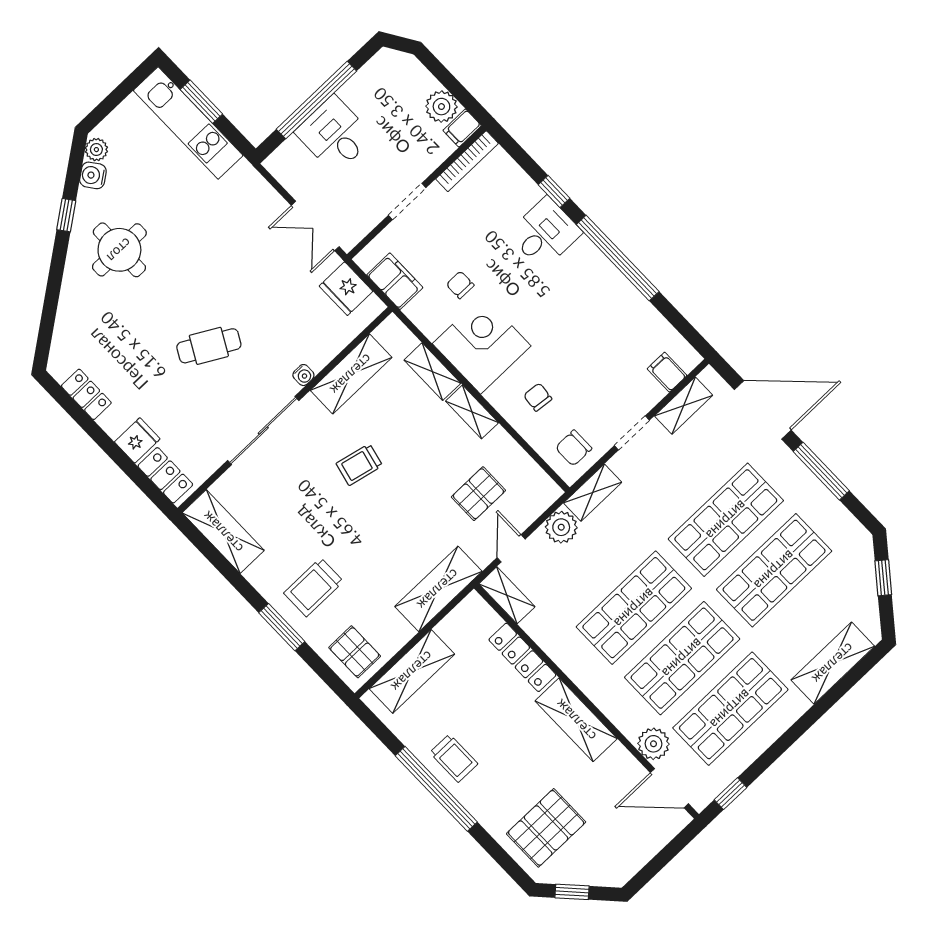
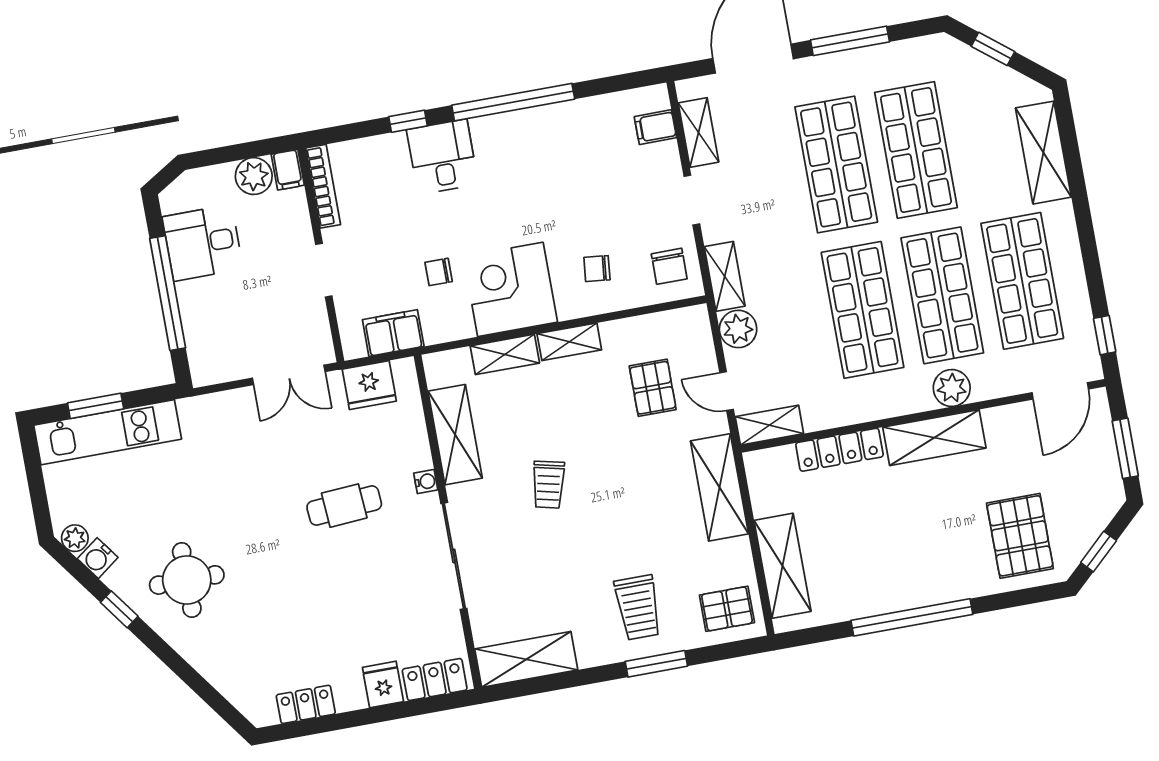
desk: (335, 135) -> (203, 243), moved
cafe table: (209, 346) -> (344, 506), moved, turned 57
plant: (653, 744) -> (952, 388), moved
trolley: (454, 758) -> (893, 581), removed
window: (659, 862) -> (1125, 448), added

